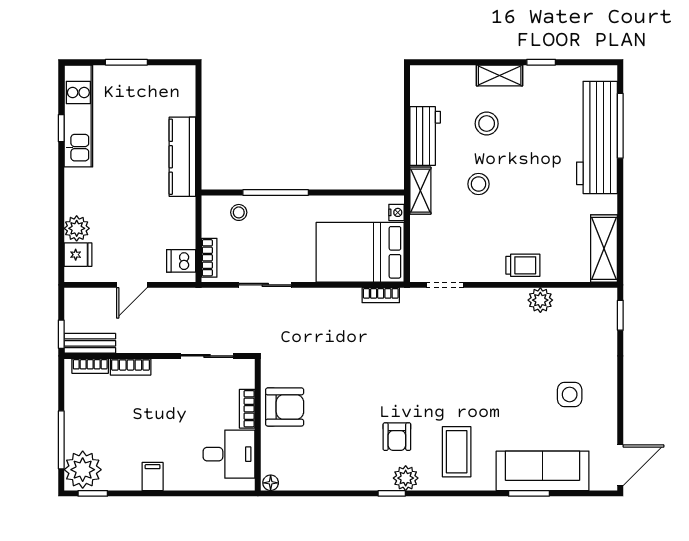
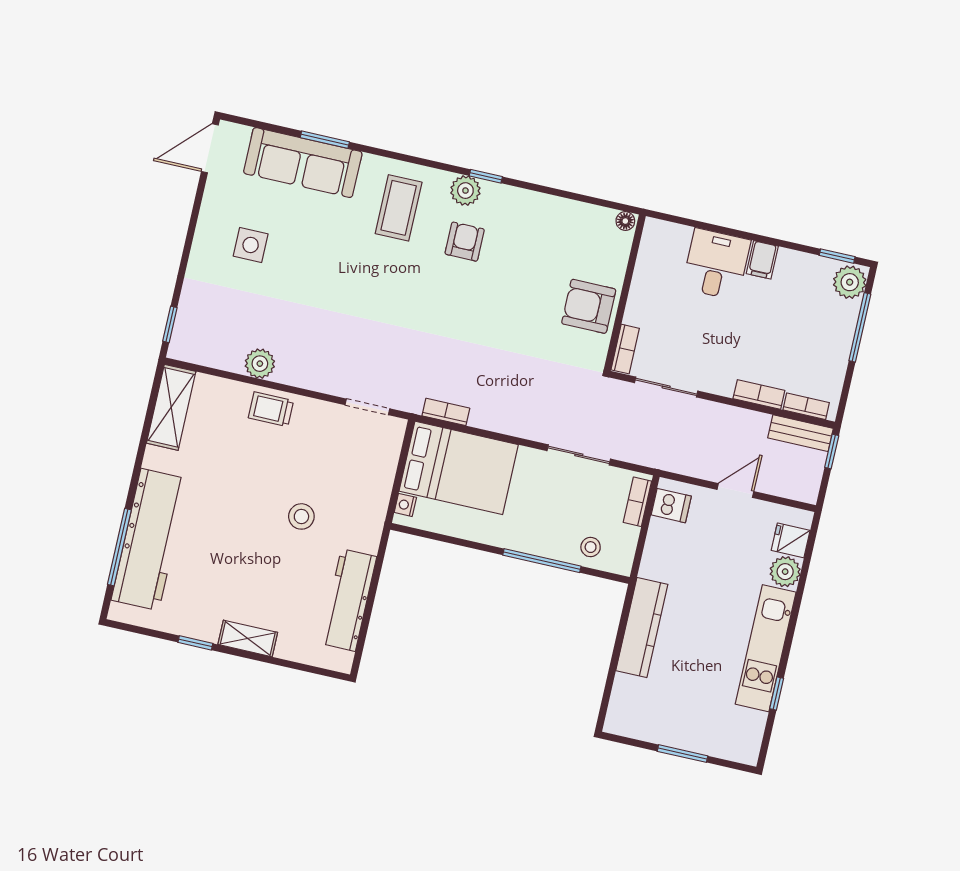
kitchen unit: (78, 116) -> (766, 648), moved
stool: (487, 124) -> (276, 585), removed
workbench: (425, 136) -> (348, 600), width x1.37
shelving: (420, 191) -> (371, 524), removed
bookcase: (247, 409) -> (625, 349), moved
desk: (229, 454) -> (716, 264), moved, turned 90
plant: (83, 470) -> (850, 282), width x0.73, depth x0.73

